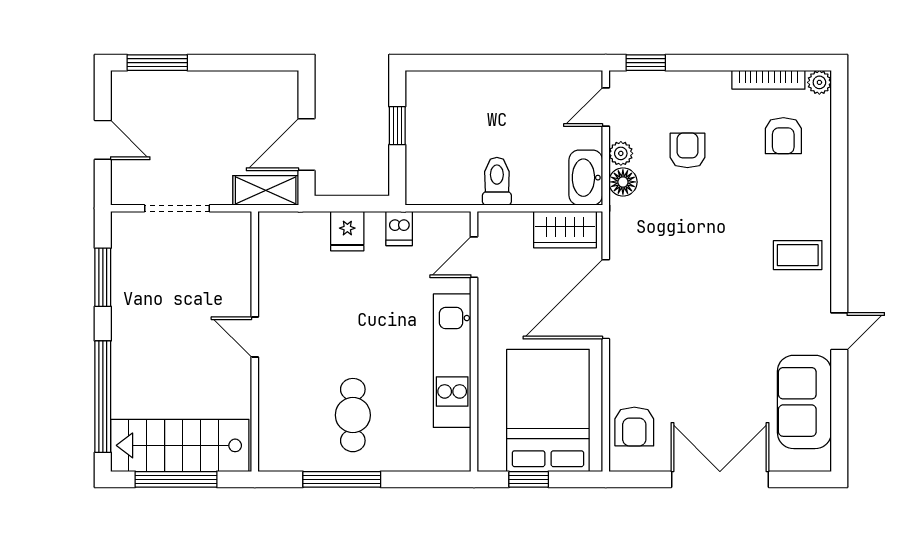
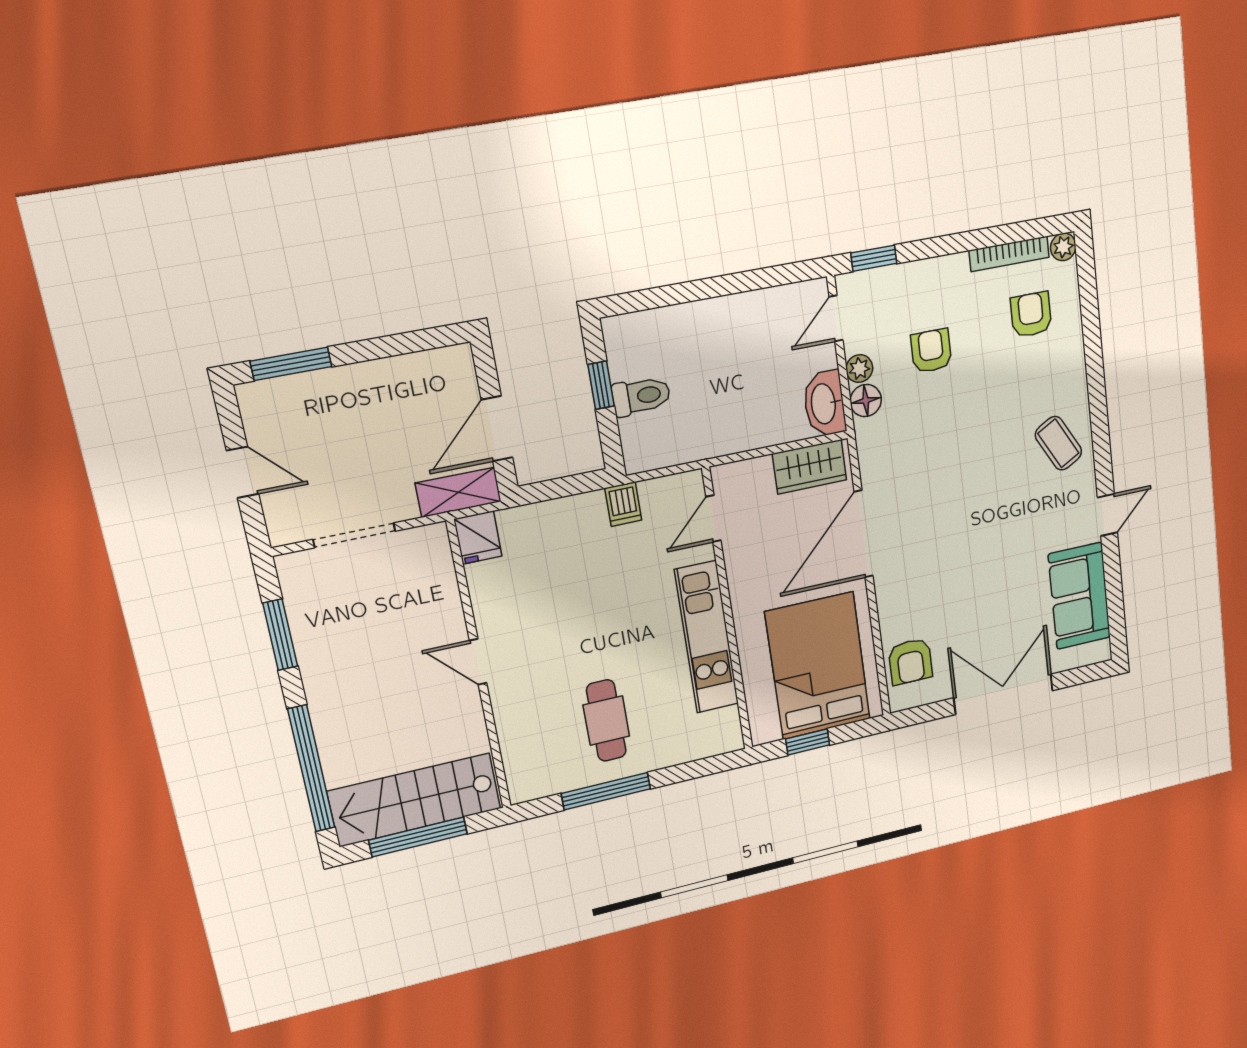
armchair: (783, 136) -> (1031, 315), turned 180
toilet: (497, 181) -> (641, 396), moved, turned 90
fridge: (347, 231) -> (478, 538), moved
coffee table: (798, 255) -> (1058, 443), turned 61

